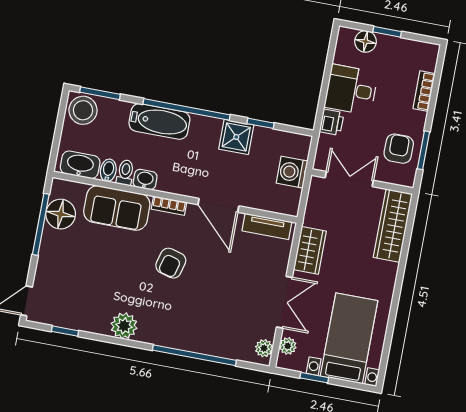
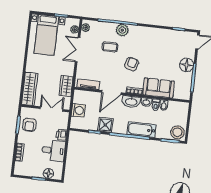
washbasin: (80, 165) -> (131, 102), moved
double door: (349, 179) -> (51, 109), swing flipped
door: (218, 205) -> (111, 93), swing flipped
floor lamp: (61, 214) -> (187, 65), moved
wardrobe: (310, 250) -> (66, 86), moved
coffee table: (215, 303) -> (110, 47), added
plant: (124, 326) -> (122, 30), moved

